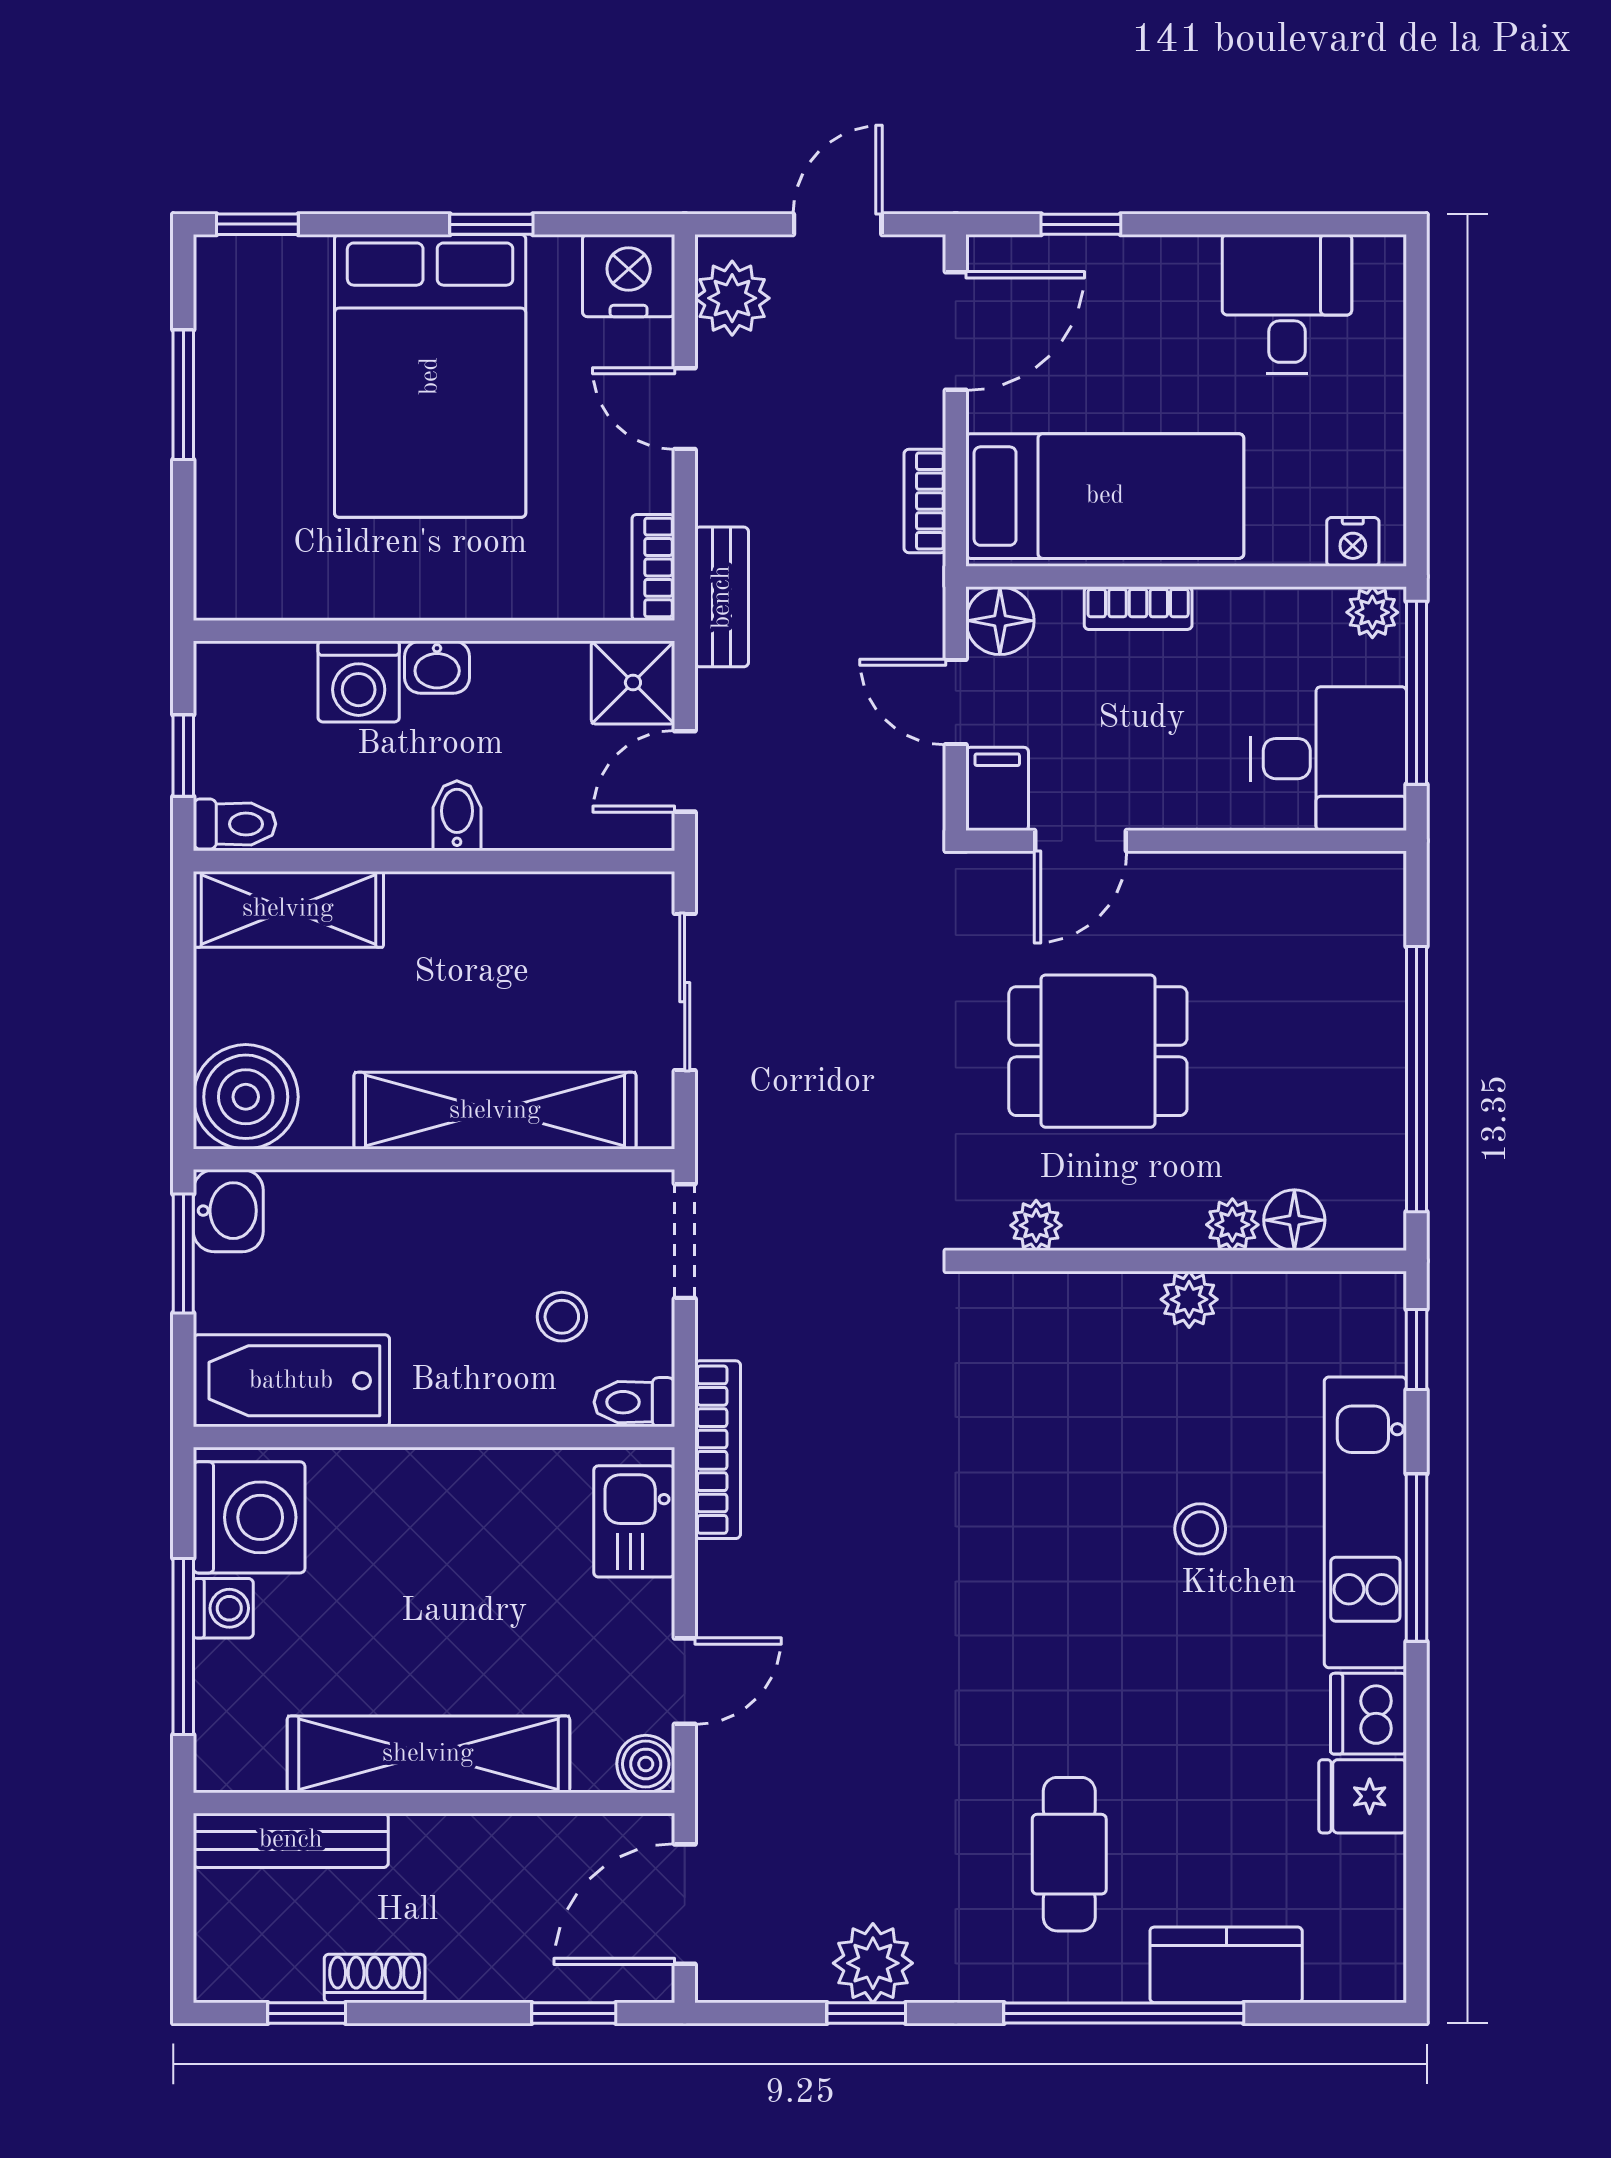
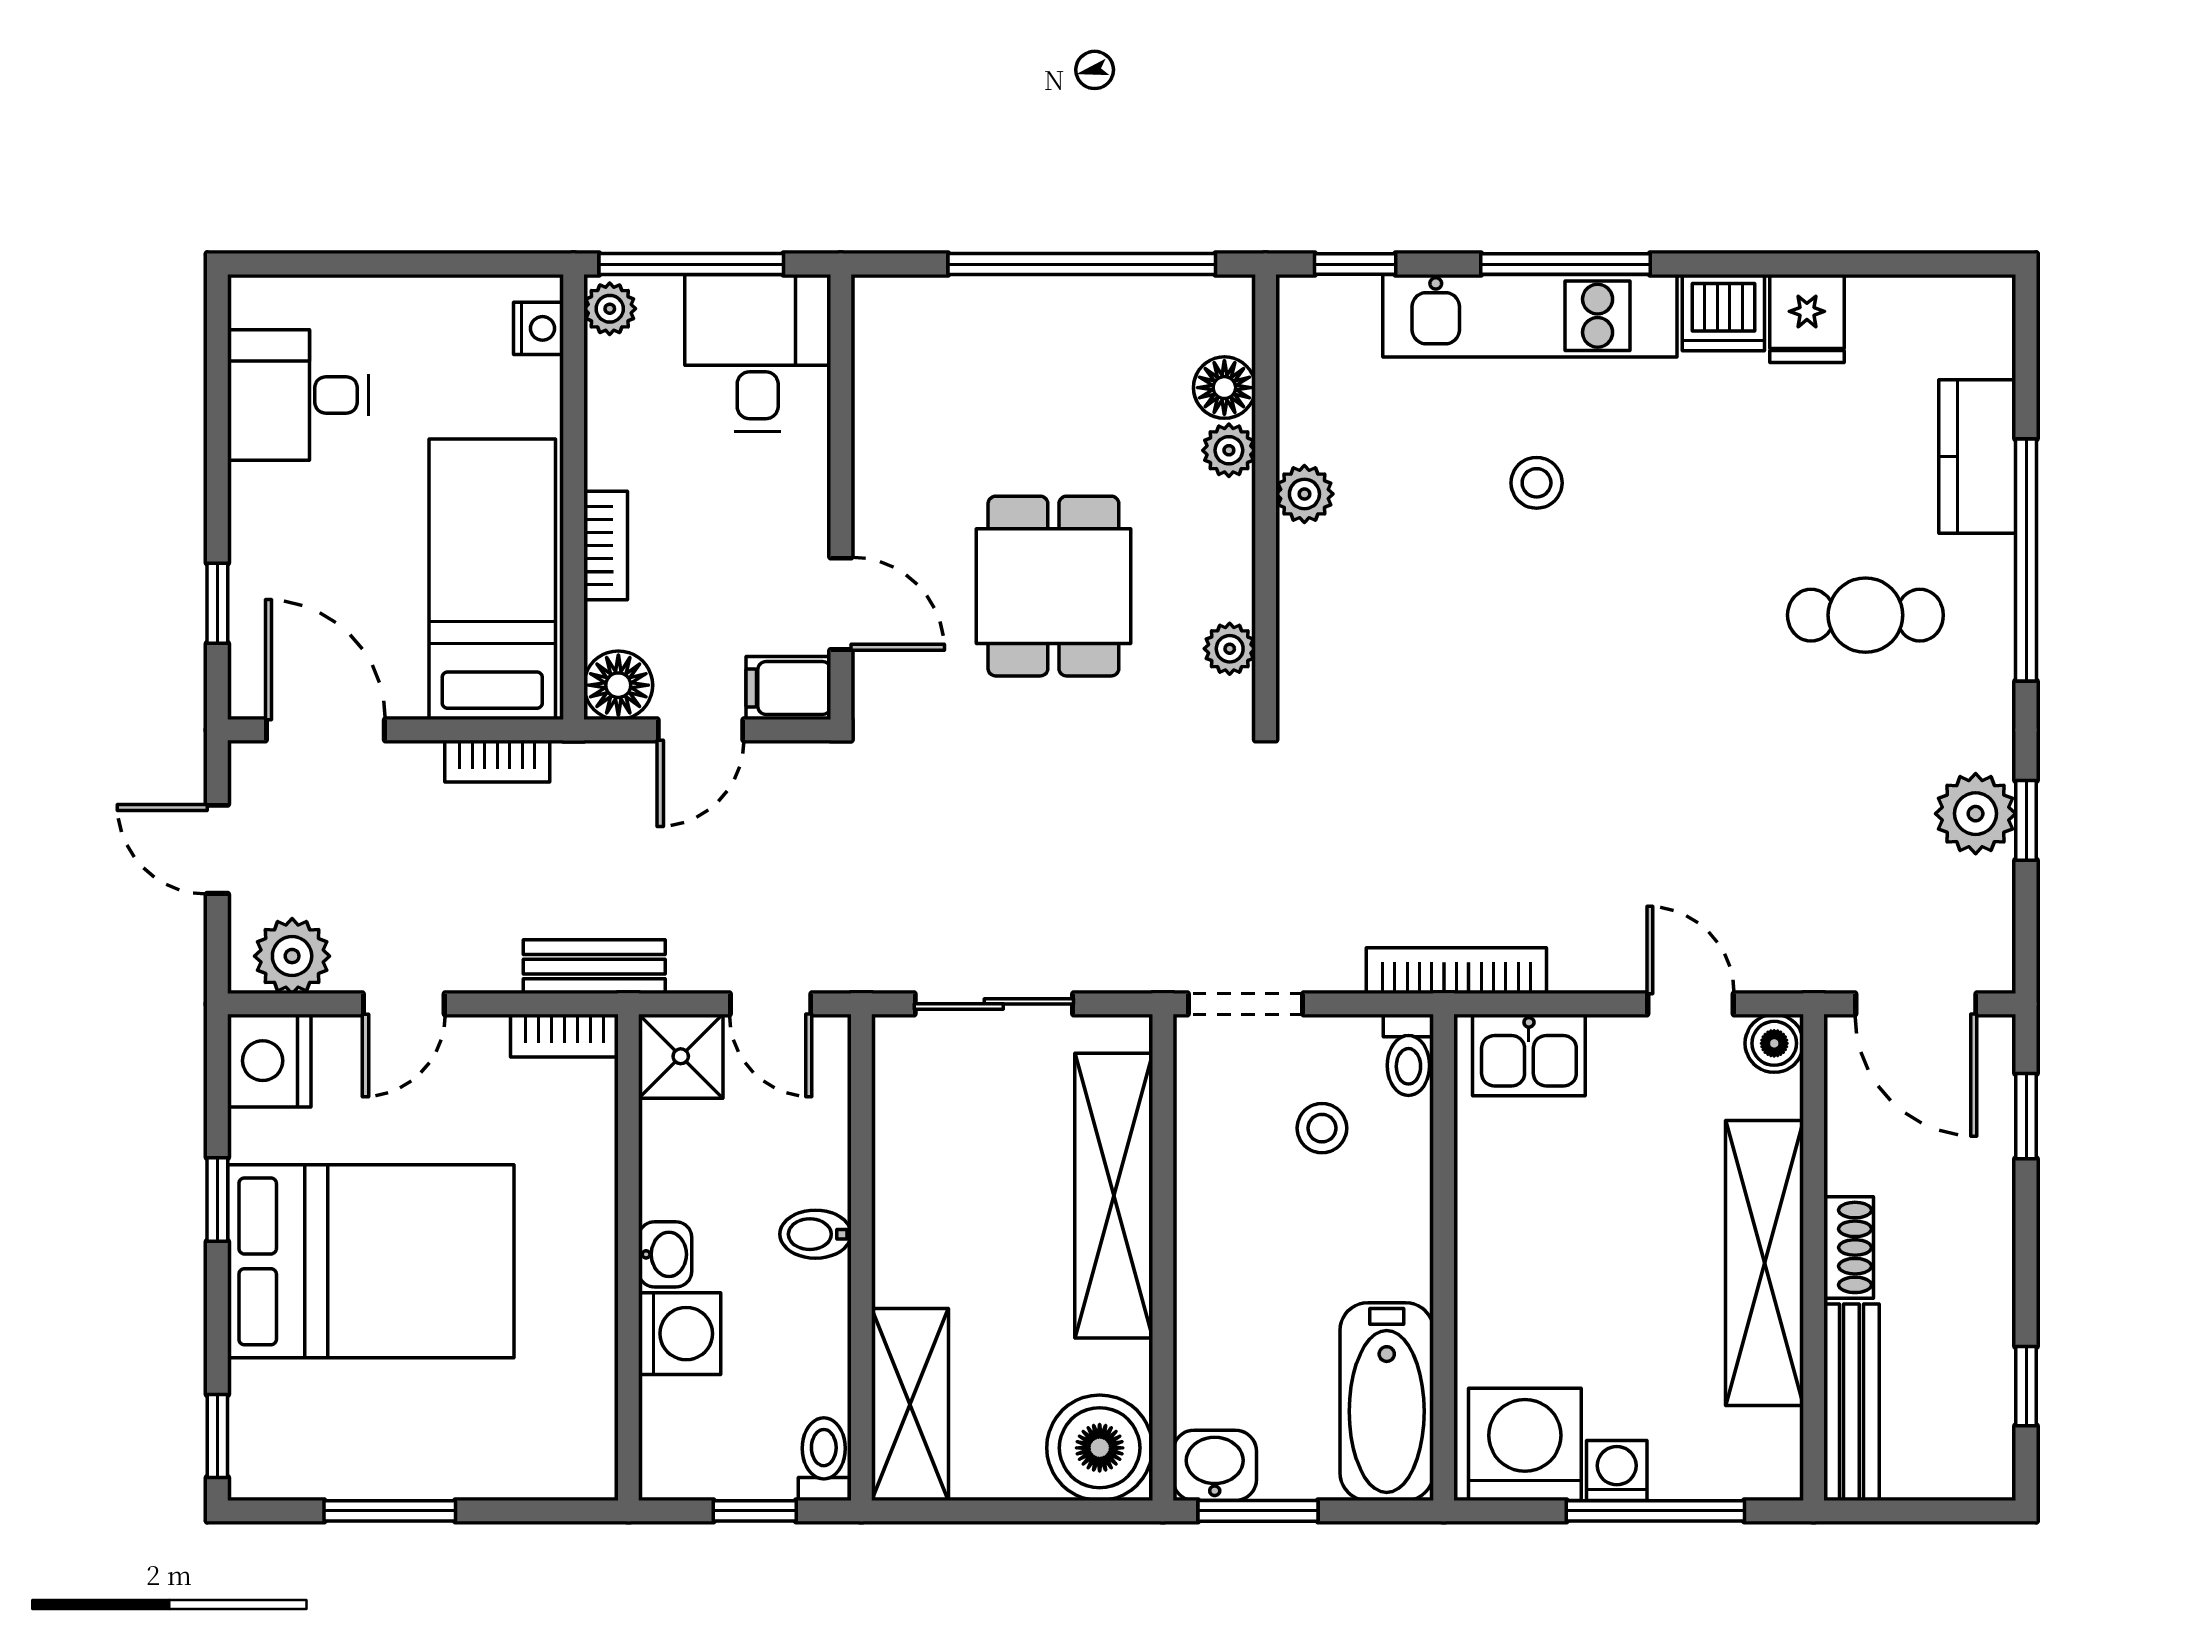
shoe rack: (375, 1978) -> (1849, 1247), moved, turned 180

